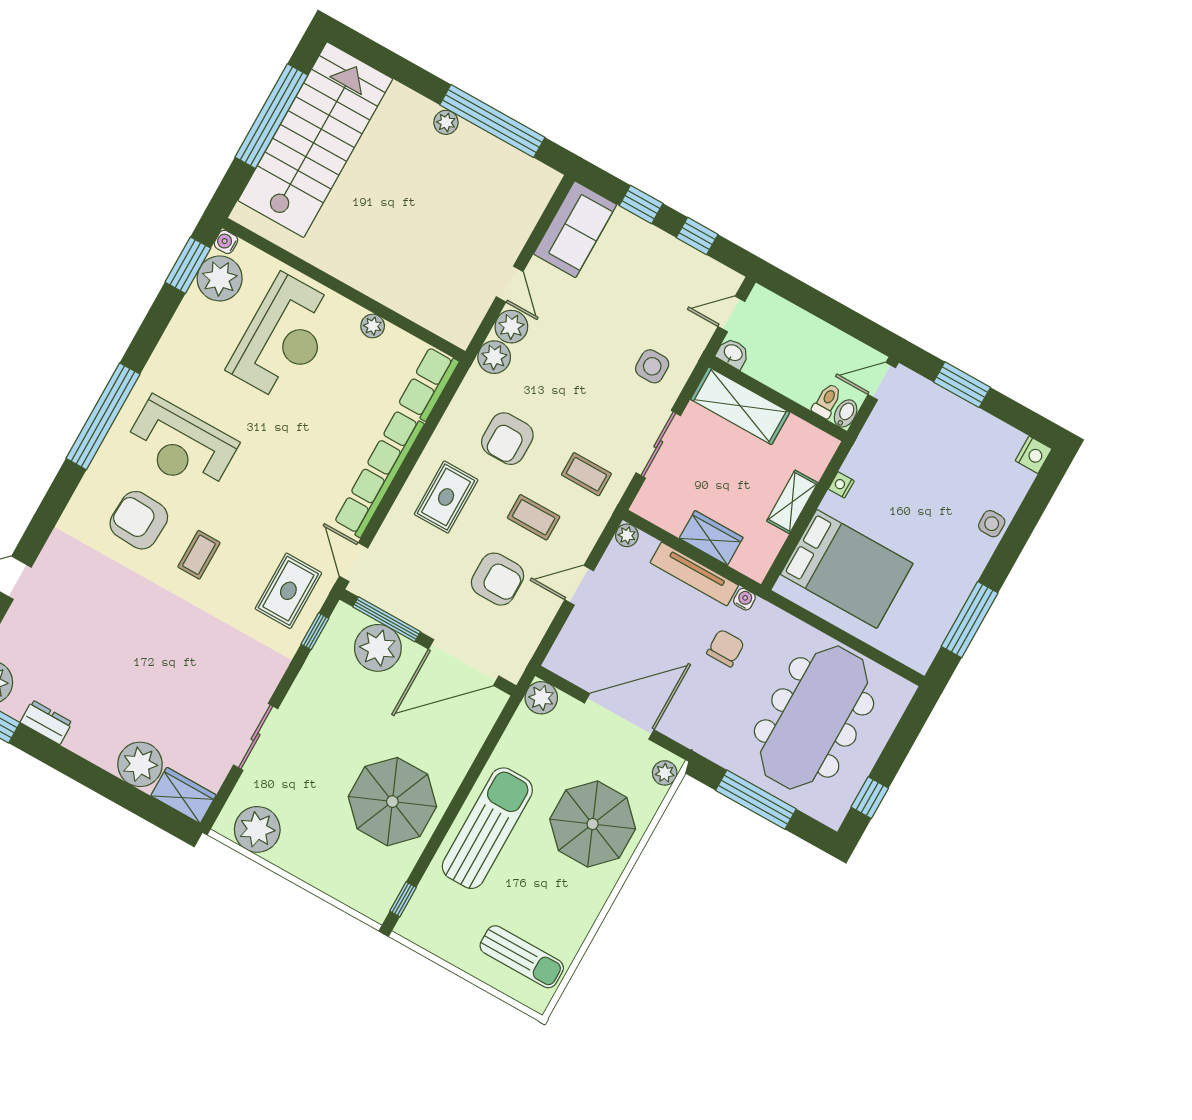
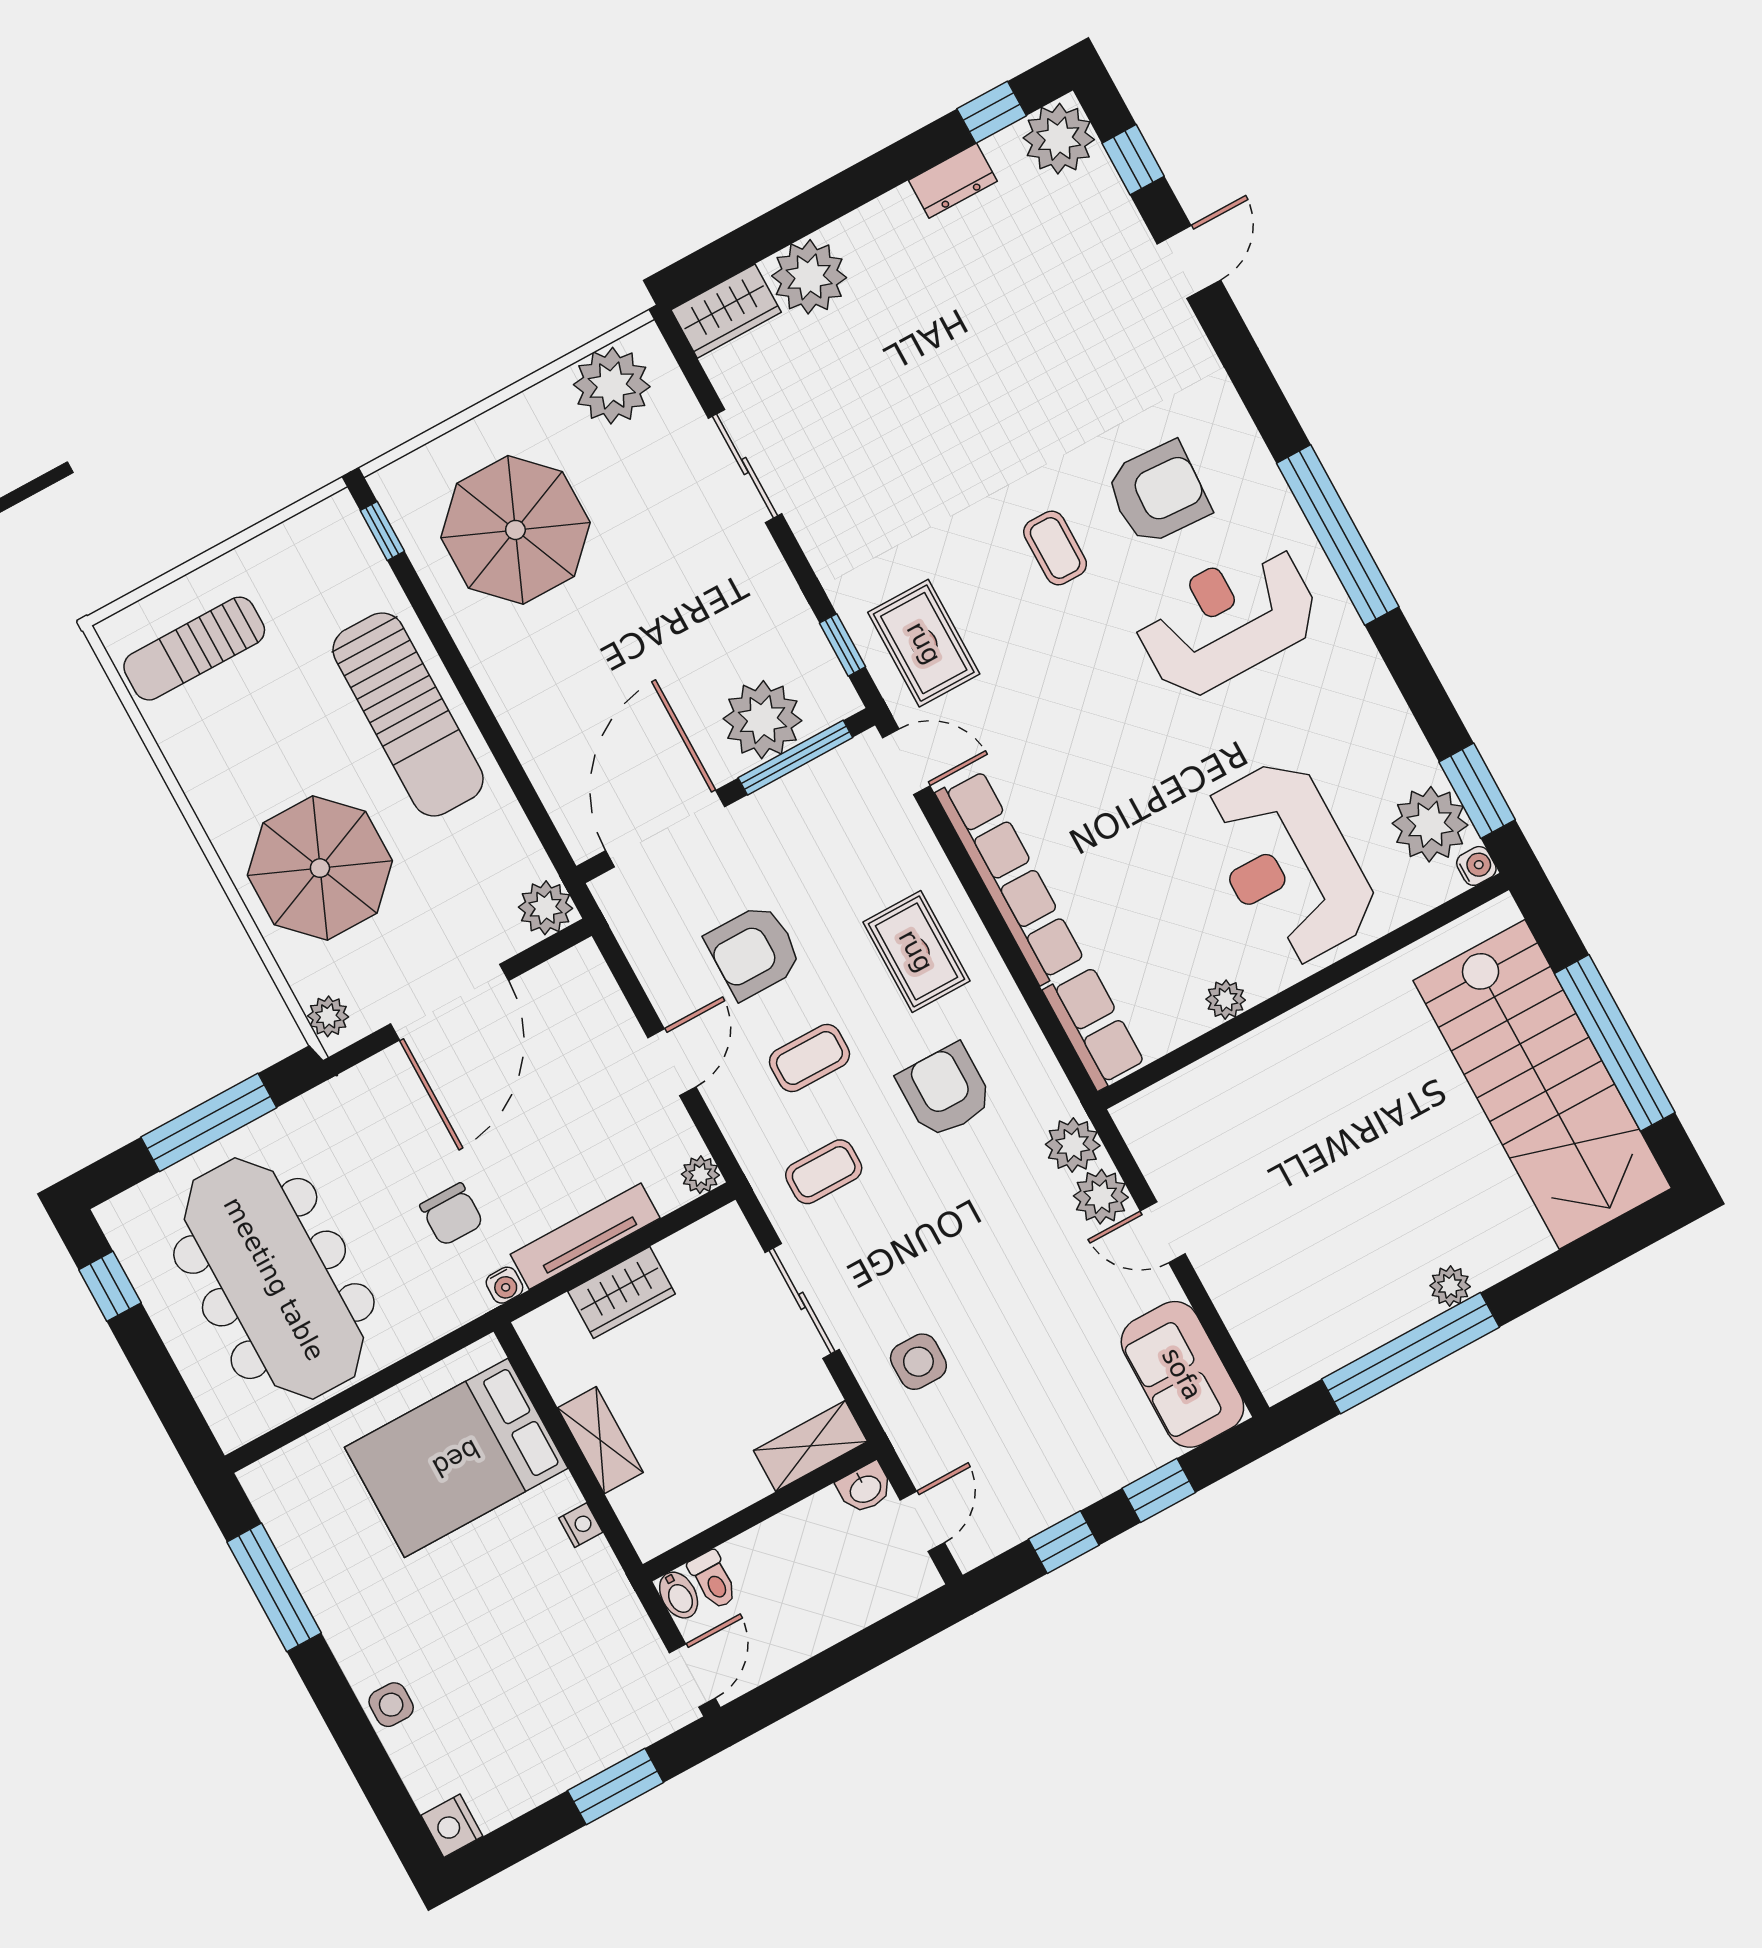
shelving: (740, 406) -> (810, 1446), width x0.67, depth x0.75
parasol: (392, 802) -> (515, 530), moved

